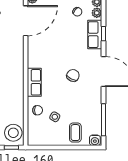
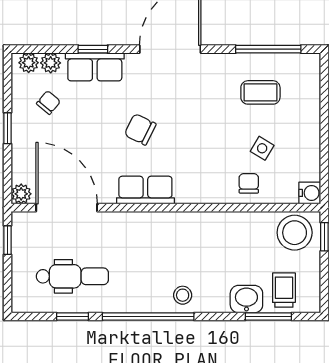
chair: (73, 75) -> (140, 129), moved
row of seats: (34, 82) -> (145, 190), moved
coffee table: (75, 133) -> (260, 92), moved
water cooler: (95, 140) -> (310, 193), moved

